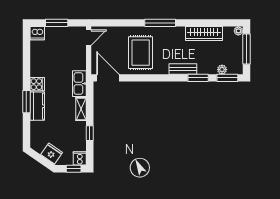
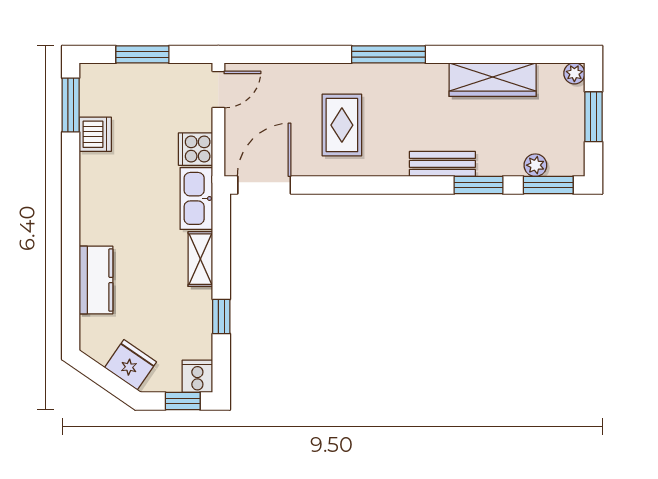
dishwasher: (37, 33) -> (95, 134), moved, turned -90
window: (246, 49) -> (594, 117), width x0.69
rug: (141, 53) -> (342, 125), width x0.73, depth x0.70
door: (108, 78) -> (264, 185), hinge flipped
cooker: (37, 84) -> (196, 149), moved, turned 180
window: (26, 102) -> (71, 105), moved
kitchen counter: (37, 106) -> (96, 280), moved

